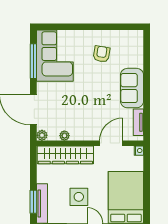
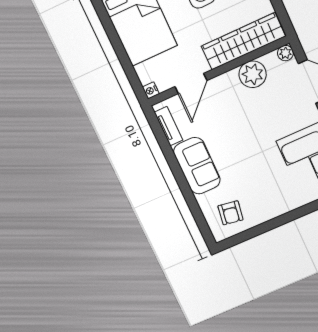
armchair: (102, 54) -> (230, 213), moved
plant: (64, 136) -> (253, 74), width x1.88, depth x1.88

